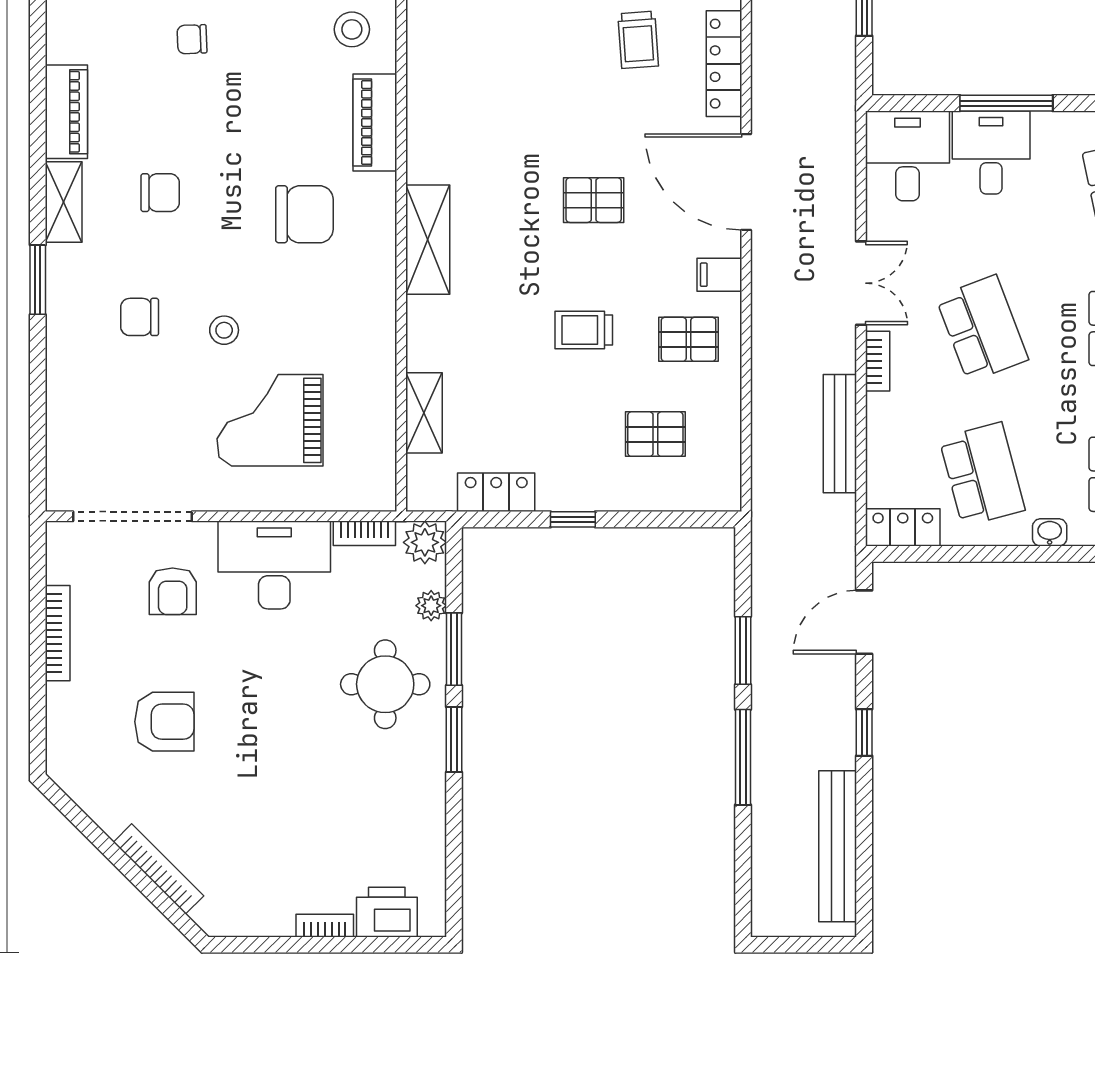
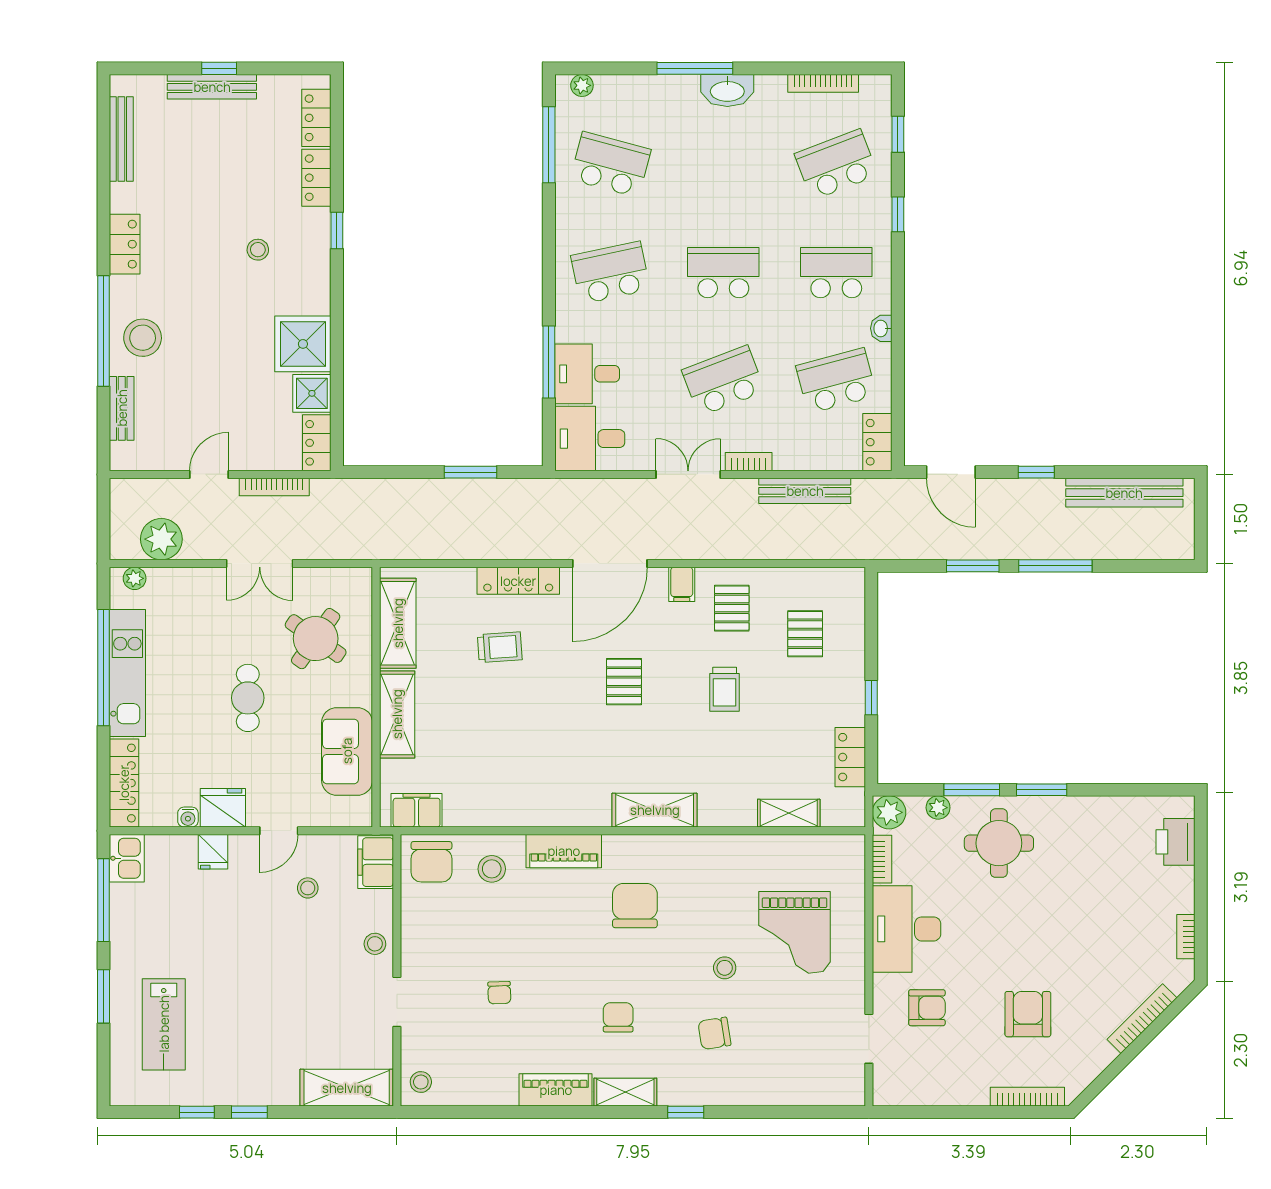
window: (38, 280) -> (686, 1112), width x0.67
chair: (140, 317) -> (714, 1033), turned 81
doorway: (133, 516) -> (869, 1039), width x0.53
bookcase: (58, 633) -> (1027, 1097), moved
bookcase: (325, 926) -> (1186, 937), moved

